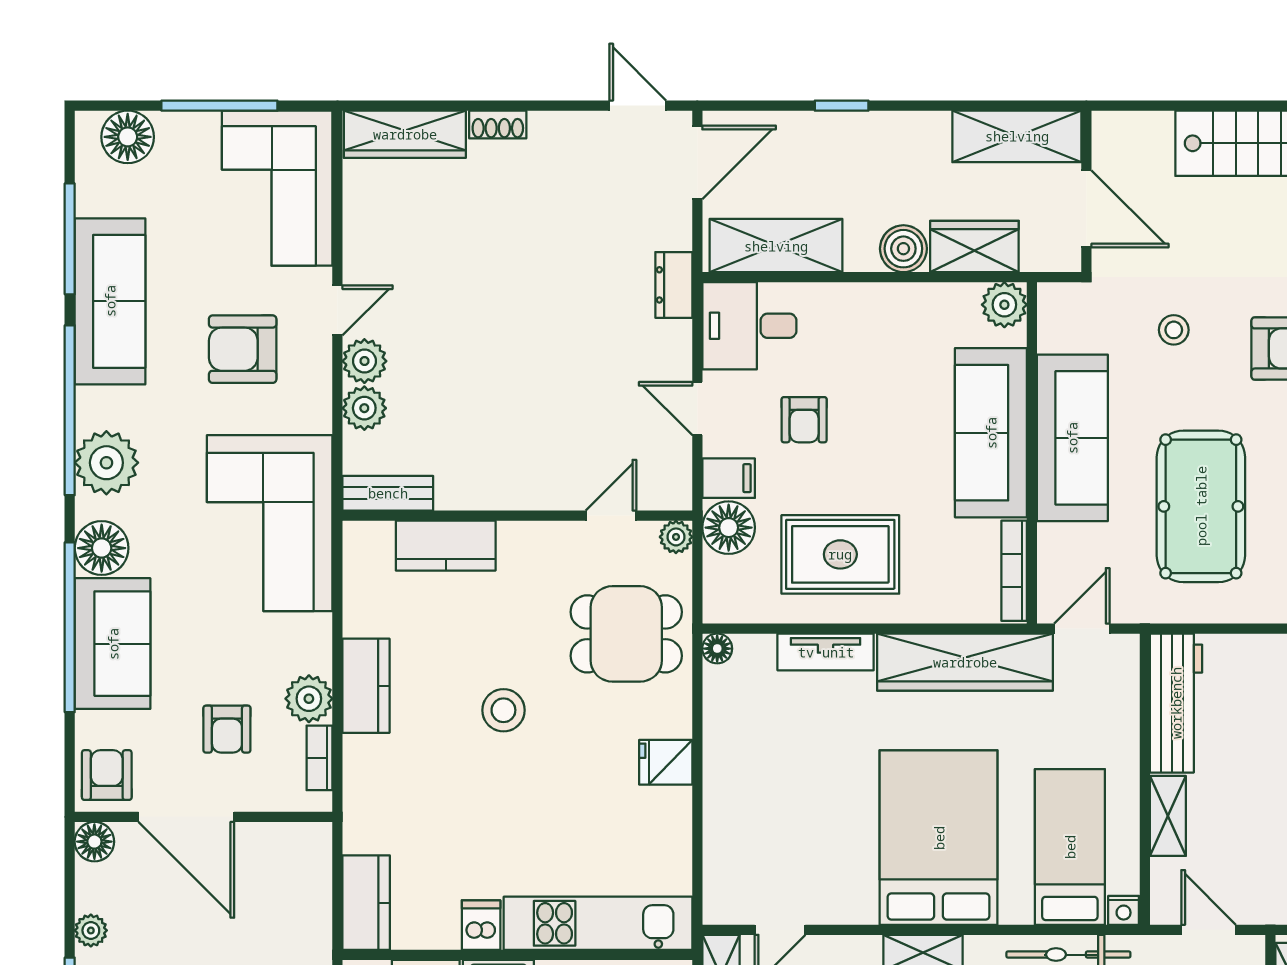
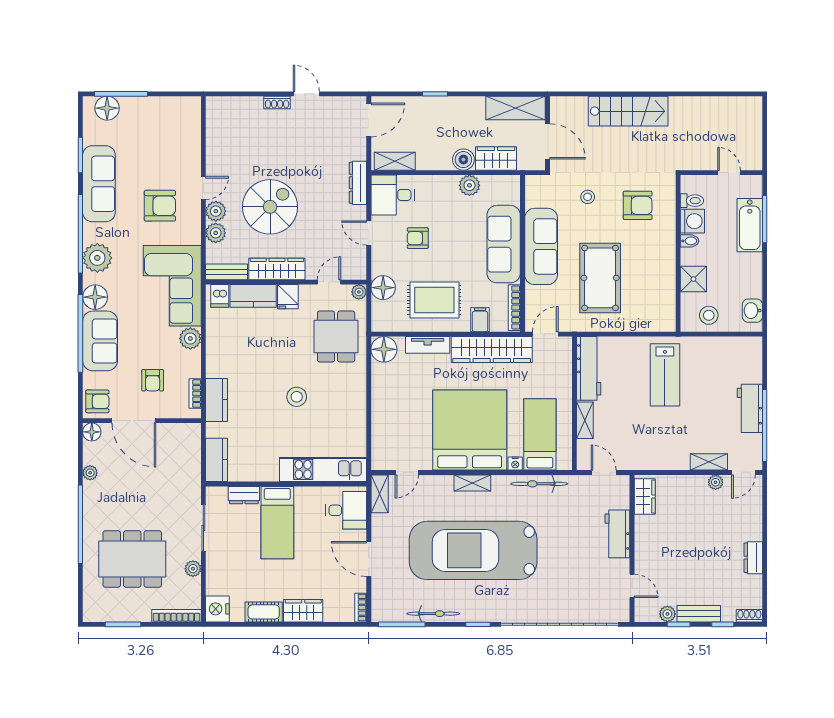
window: (219, 106) -> (121, 94), moved
door: (638, 106) -> (306, 94), moved
wardrobe: (405, 134) -> (277, 269), moved, turned 180
corner sofa: (277, 188) -> (176, 132), removed
window: (70, 239) -> (80, 155), width x0.69
shelving: (776, 246) -> (395, 161), width x0.67, depth x0.75
dresser: (674, 285) -> (358, 183), width x1.44
plant: (1004, 305) -> (469, 185), moved
armchair: (243, 349) -> (160, 206), turned 180
spiral stairs: (483, 352) -> (270, 207), added
armchair: (804, 420) -> (418, 238), turned 90
filing cabinet: (729, 478) -> (480, 320), moved, turned -90
dining table: (626, 634) -> (336, 337), turned 90
floor lamp: (717, 649) -> (384, 349), width x1.89, depth x1.89
kitchen counter: (366, 686) -> (217, 400), moved
plant: (309, 699) -> (190, 338), moved
stool: (503, 710) -> (297, 397), moved
fridge: (666, 762) -> (288, 297), moved, turned -90
armchair: (107, 775) -> (97, 401), turned 90
bed: (939, 838) -> (470, 430), width x1.36
nightstand: (1124, 910) -> (515, 463), moved
dishwasher: (481, 925) -> (220, 296), moved, turned 180

